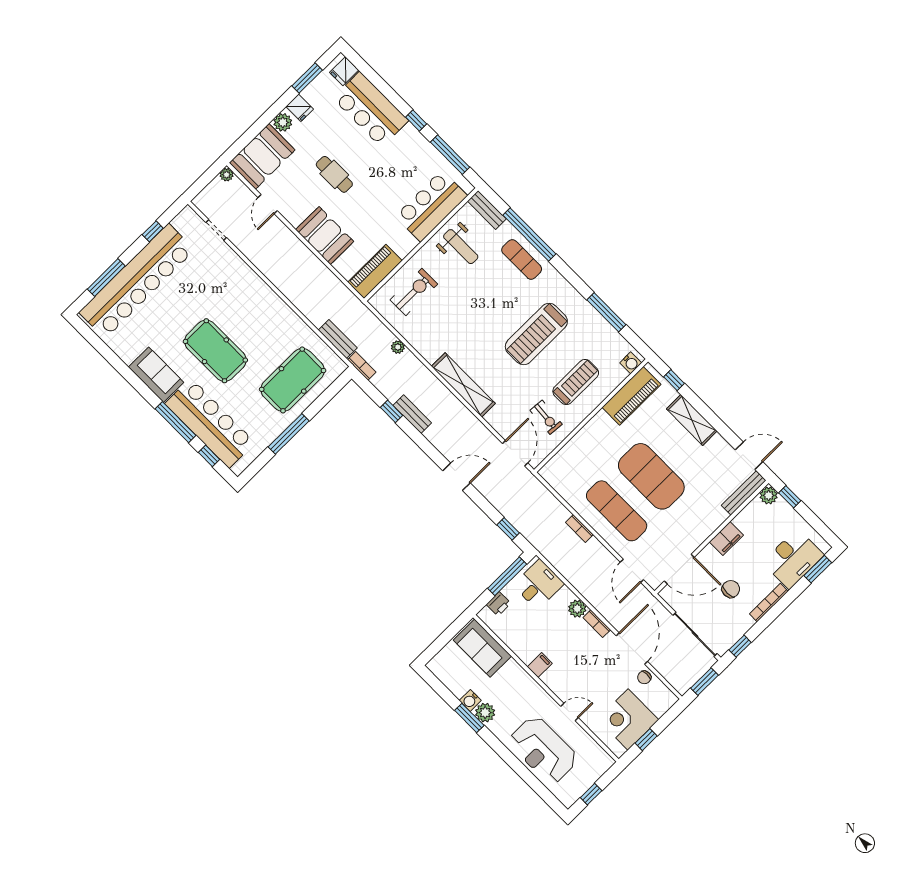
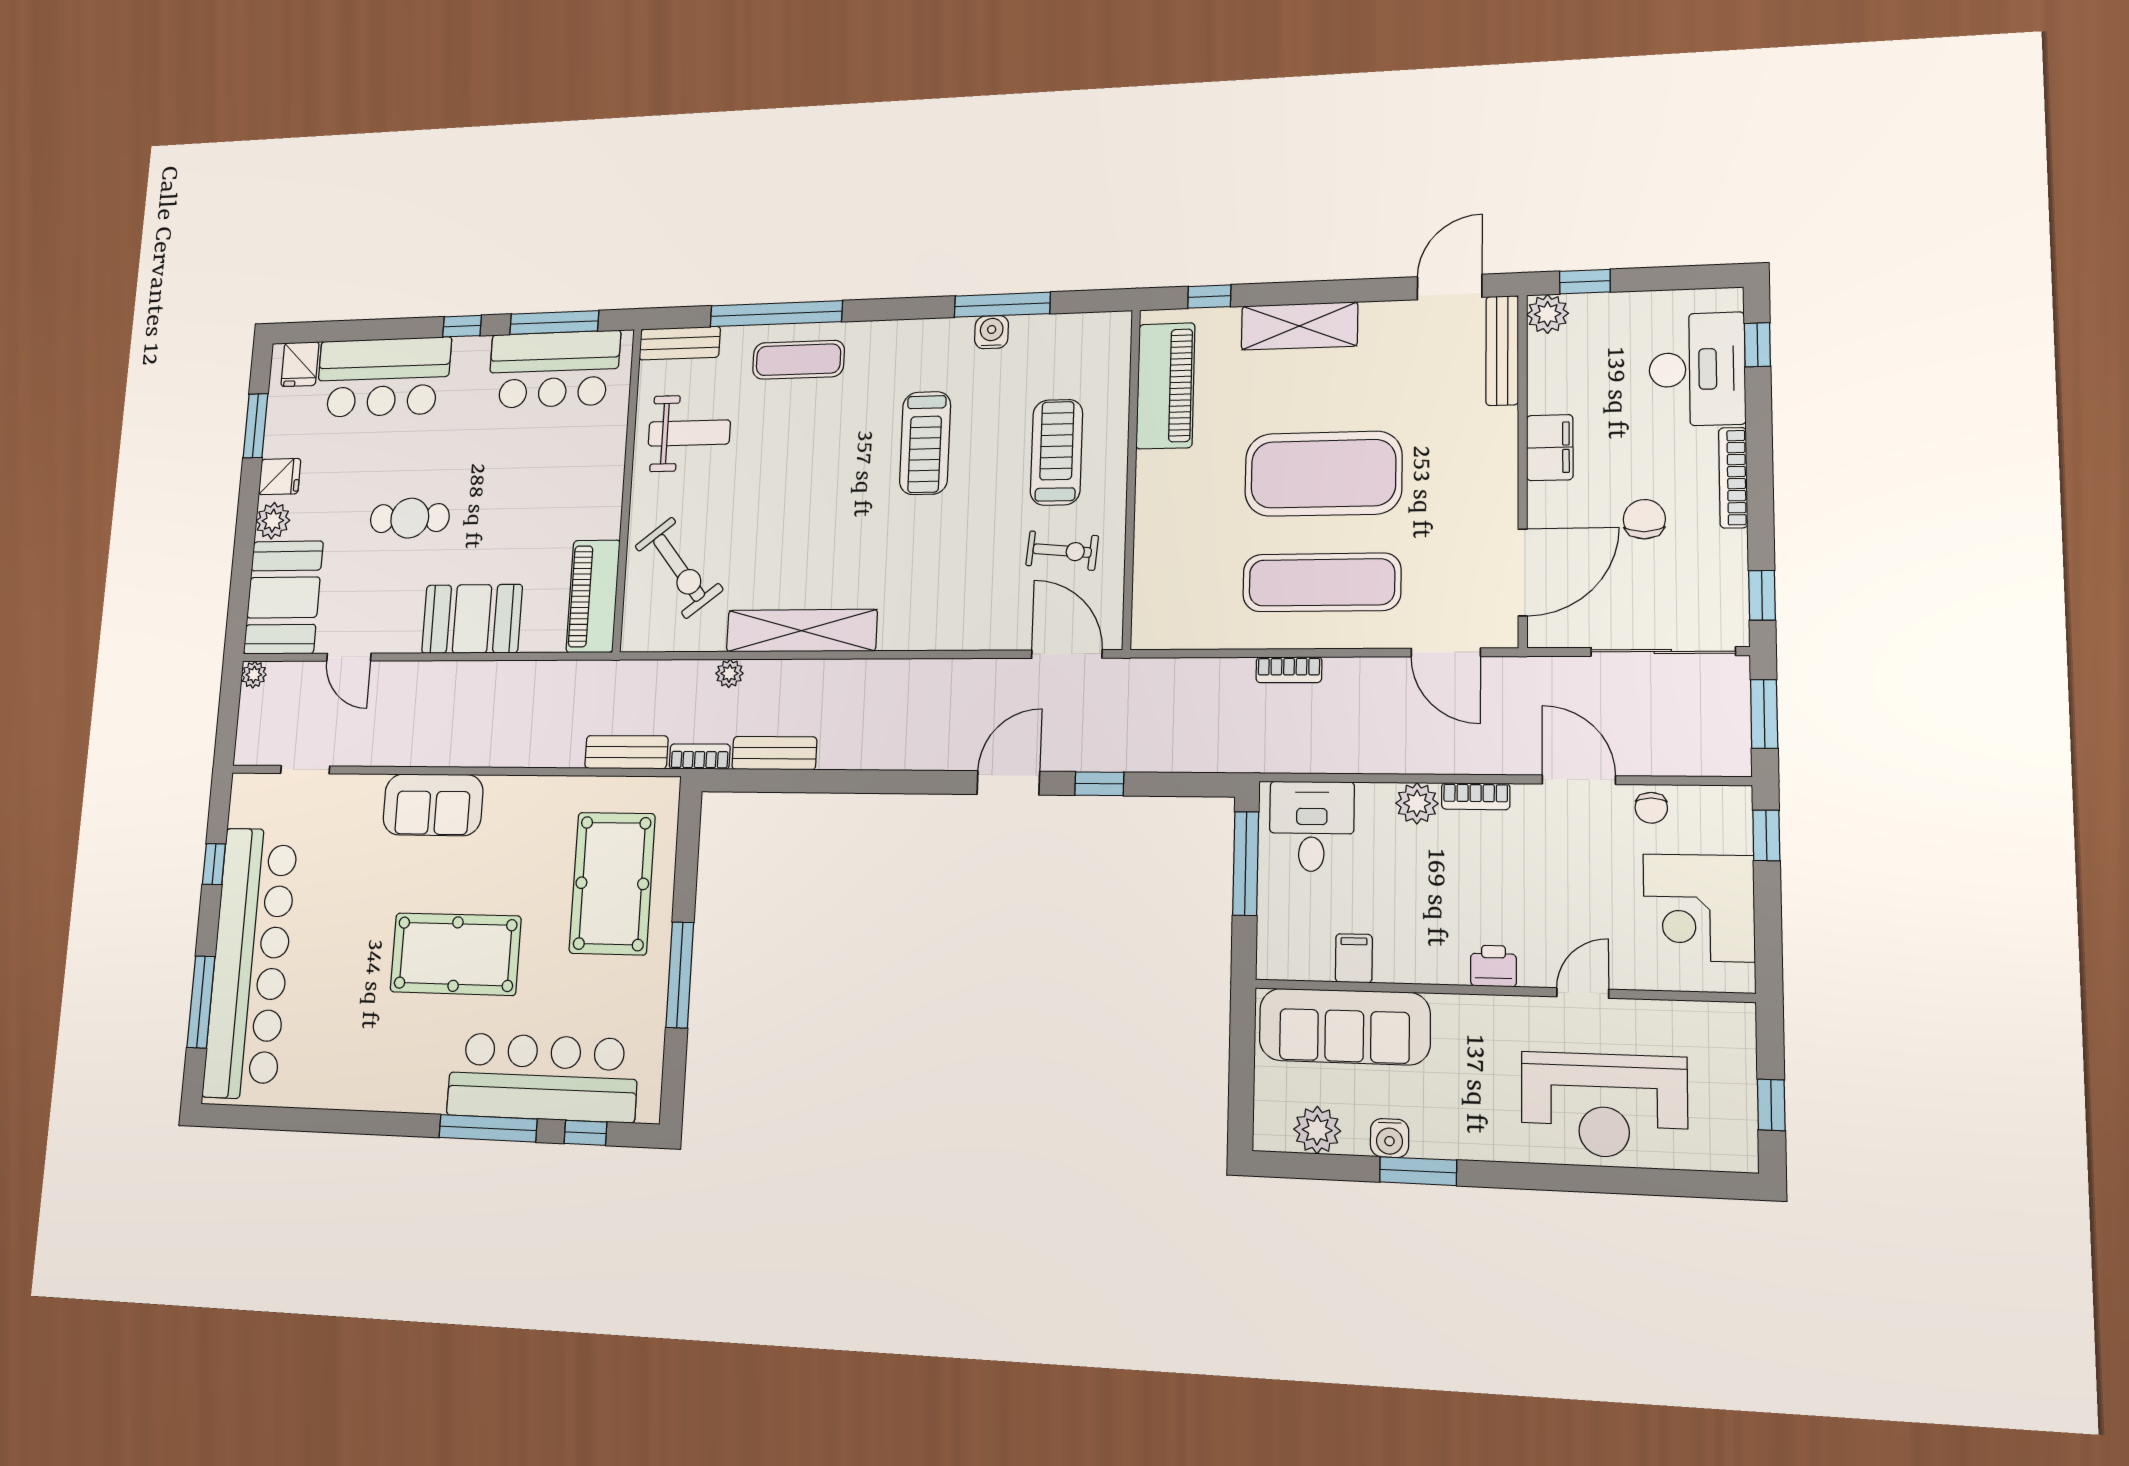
bar counter: (431, 206) -> (554, 369), moved, turned -90
exercise bike: (414, 292) -> (679, 568), turned 142
treadmill: (536, 334) -> (925, 443), width x0.73, depth x0.73
water cooler: (631, 363) -> (992, 332), moved, turned -90
sofa: (156, 375) -> (433, 805), moved, turned 180
shelving: (463, 385) -> (802, 631), moved
window: (392, 411) -> (809, 781), removed
bench: (412, 414) -> (774, 753), moved
window: (508, 529) -> (1099, 784), moved
window: (818, 569) -> (1757, 345), width x0.67
printer: (499, 604) -> (1493, 966), moved, turned -90
sofa: (482, 648) -> (1344, 1027), width x1.36
door: (632, 649) -> (1579, 780), width x0.73
filing cabinet: (540, 665) -> (1354, 958), moved
plant: (485, 713) -> (1317, 1130), moved
window: (646, 740) -> (1766, 835), moved

